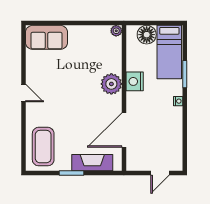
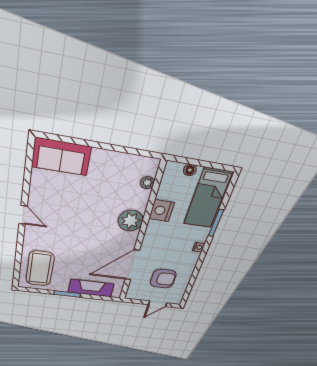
plant: (116, 31) -> (147, 183), moved
floor lamp: (147, 35) -> (190, 170), width x0.53, depth x0.53
nightstand: (135, 81) -> (161, 211), moved
armchair: (157, 141) -> (163, 279), added

